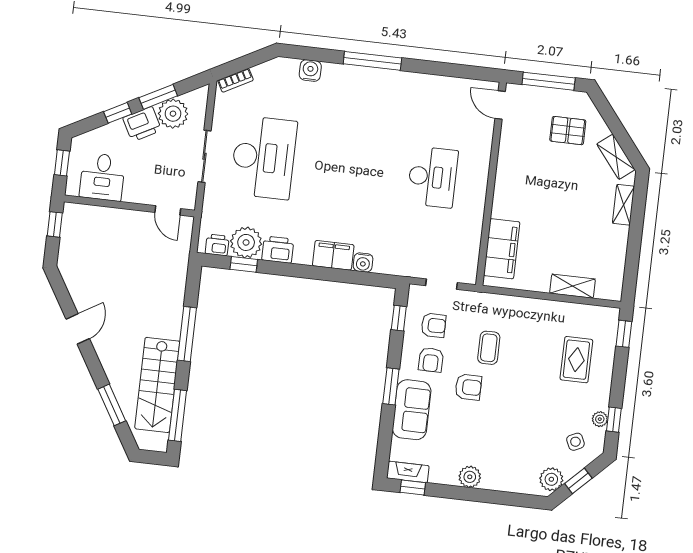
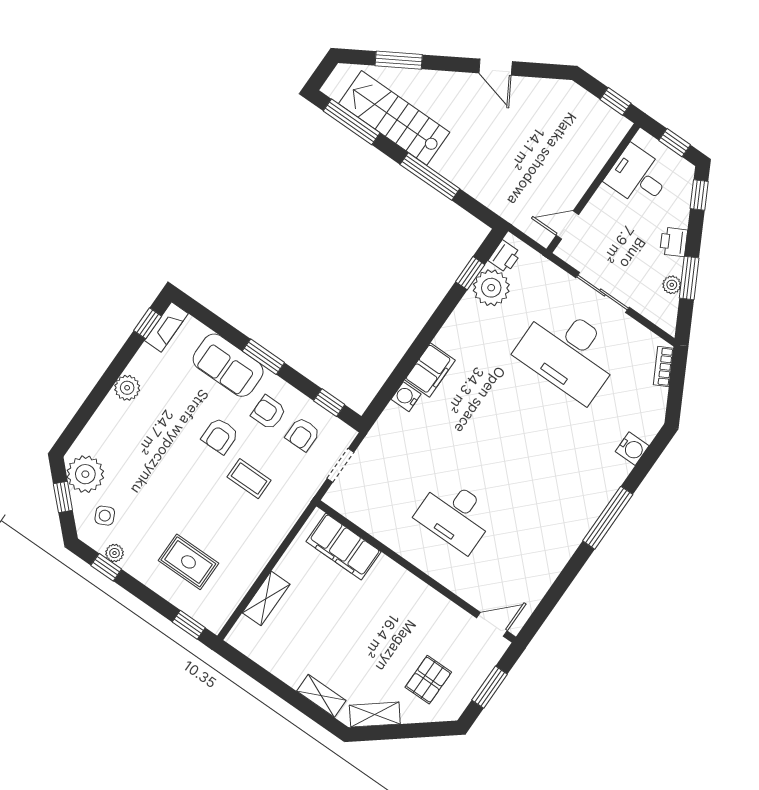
window: (549, 81) -> (490, 687), width x0.69
window: (118, 113) -> (699, 195), moved
plant: (173, 114) -> (672, 285), width x0.53, depth x0.53
printer: (142, 124) -> (674, 242), width x0.73, depth x0.81
printer: (278, 250) -> (466, 316), removed
plant: (551, 479) -> (85, 474), width x1.36, depth x1.36

